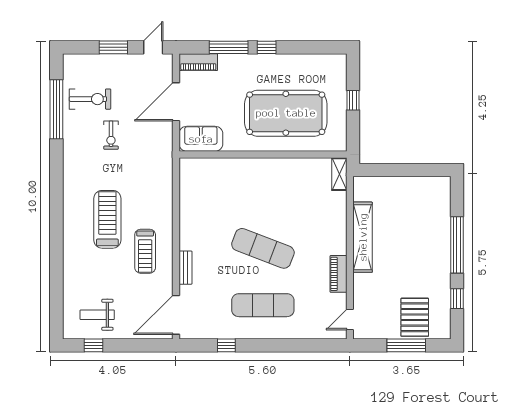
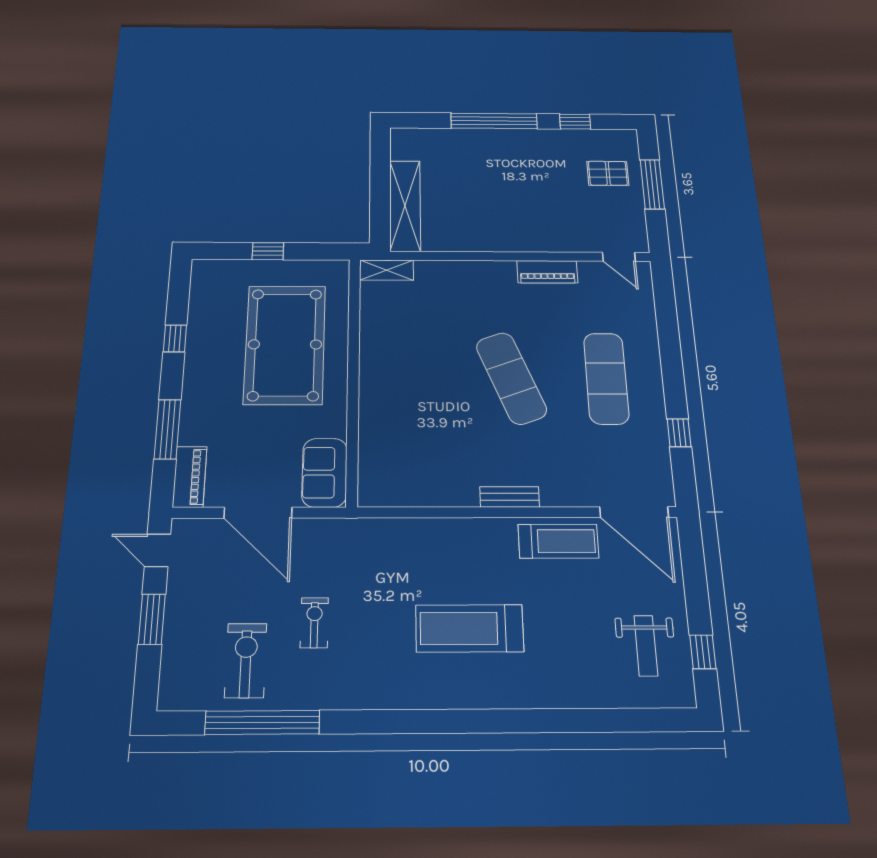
window: (267, 47) -> (175, 338), moved
exercise bike: (111, 135) -> (314, 623), turned -90
shelving: (363, 237) -> (405, 206), moved, turned 90
exercise mat: (263, 248) -> (511, 378), turned -42
treadmill: (145, 251) -> (558, 541), moved
bench: (185, 268) -> (510, 497), moved
pallet: (415, 317) -> (608, 173), width x0.67, depth x0.71

